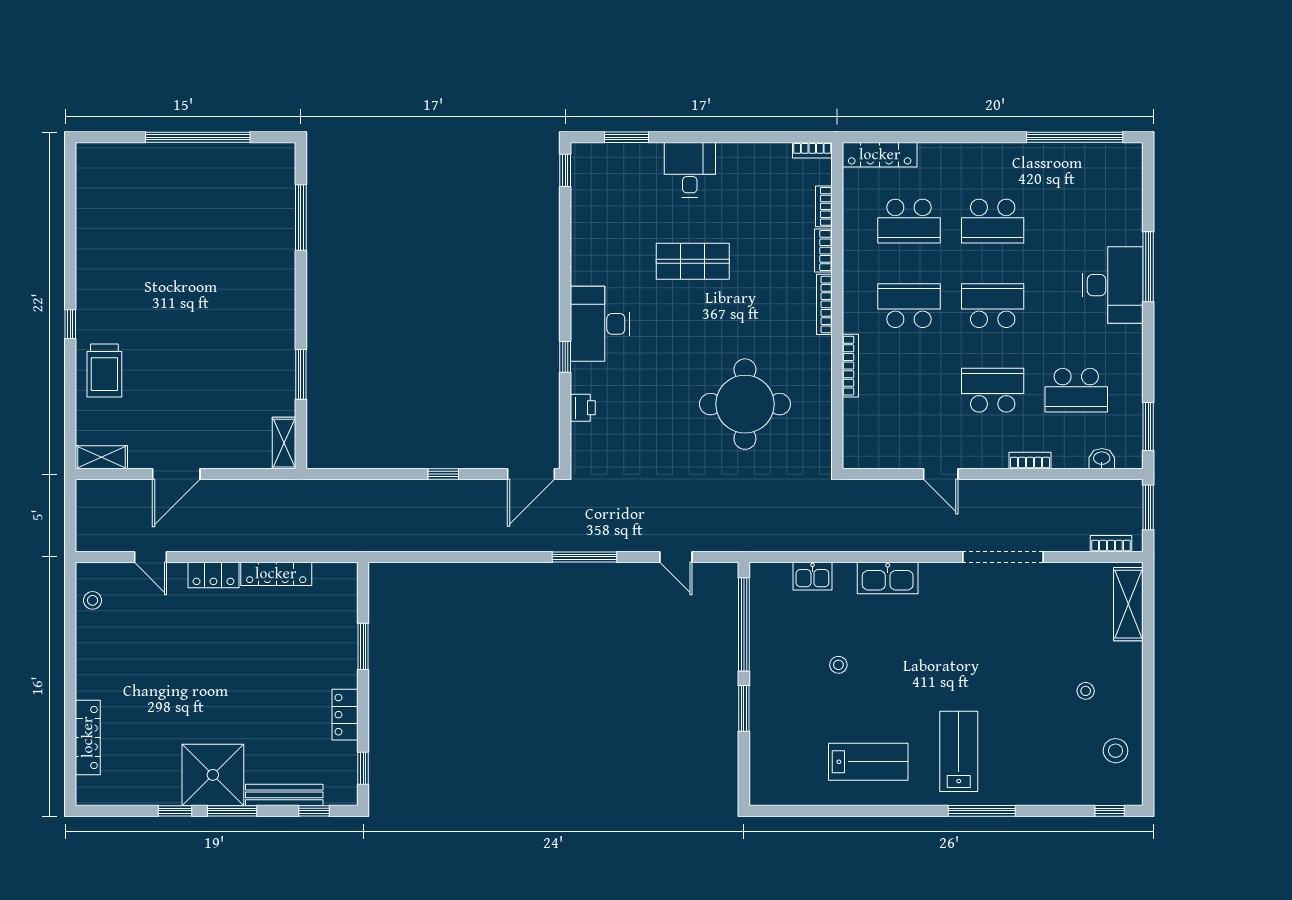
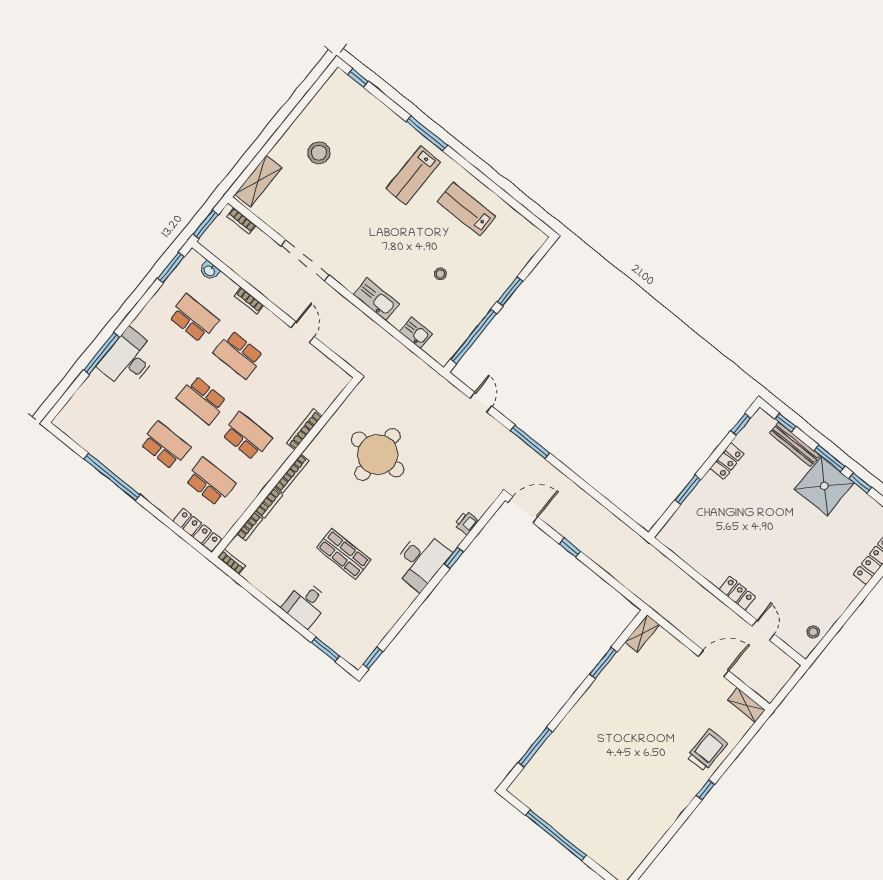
window: (1075, 137) -> (112, 477), moved
school desk: (909, 306) -> (247, 436), turned 180
locker: (276, 574) -> (703, 566), removed
stool: (1086, 691) -> (319, 153), width x1.89, depth x1.89
stool: (1116, 751) -> (329, 108), removed

